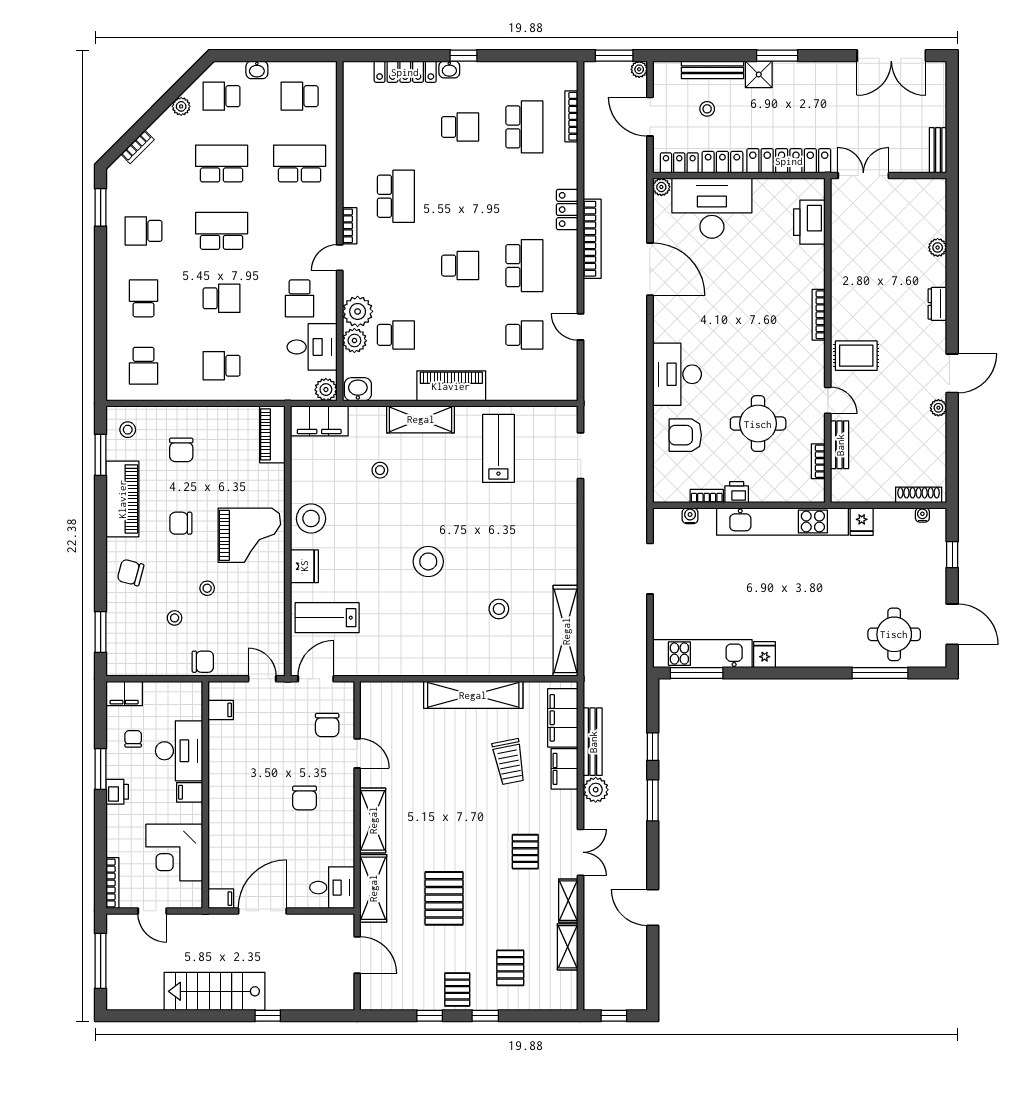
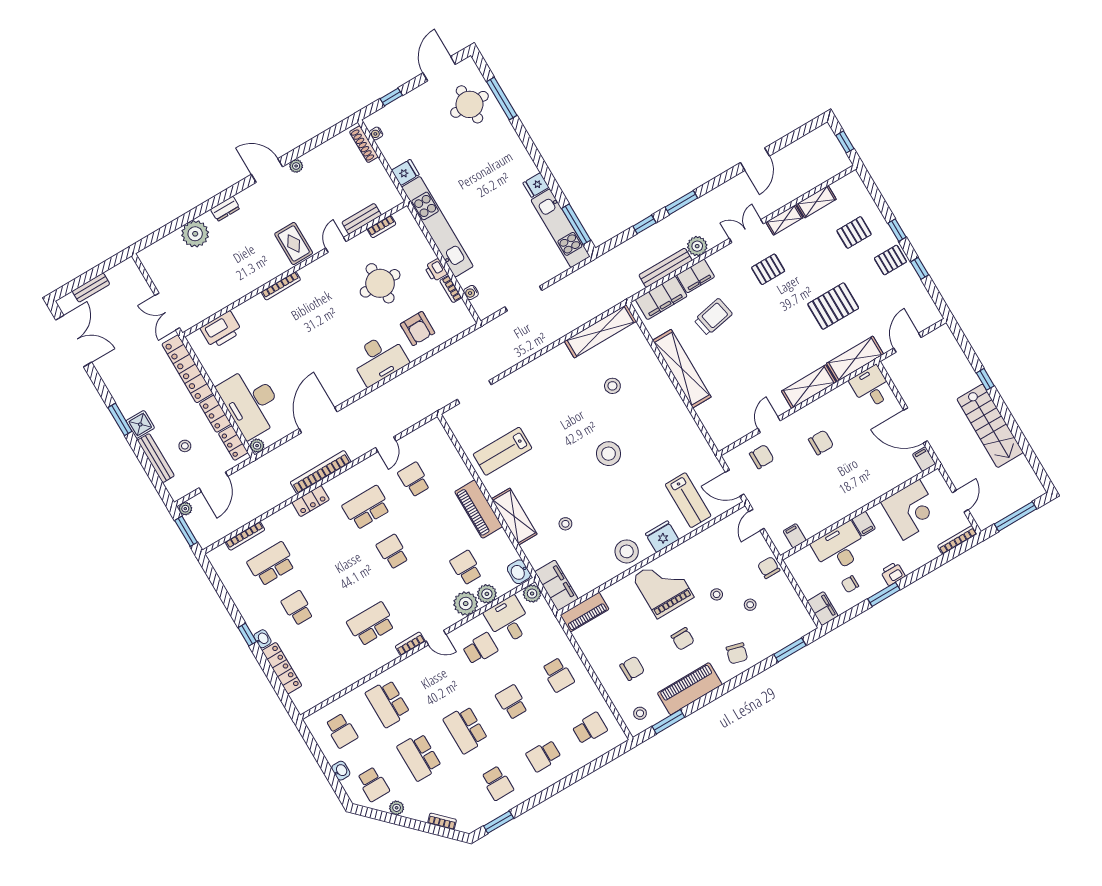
bench: (938, 150) -> (91, 288), moved
plant: (938, 247) -> (195, 234), width x1.87, depth x1.87

